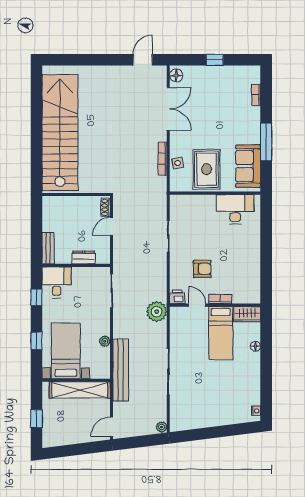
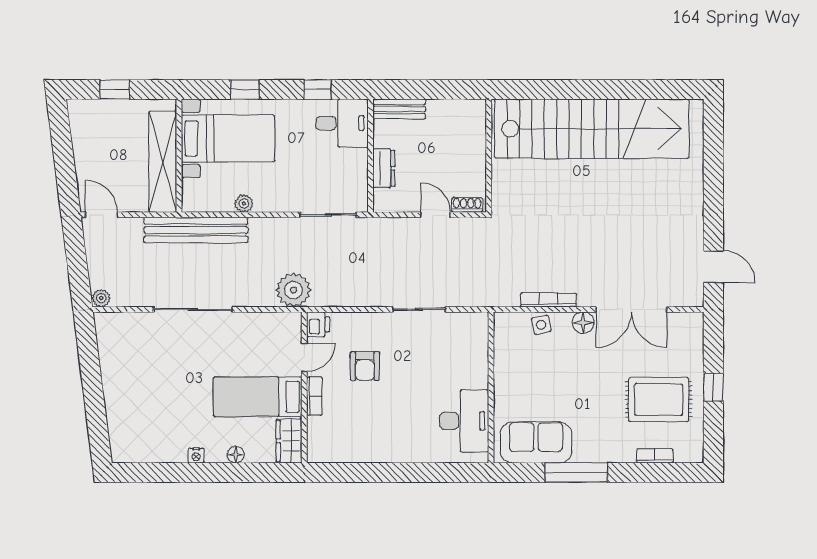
floor lamp: (176, 75) -> (583, 323), moved
rug: (207, 169) -> (659, 400), moved
nightstand: (256, 411) -> (196, 455), moved

